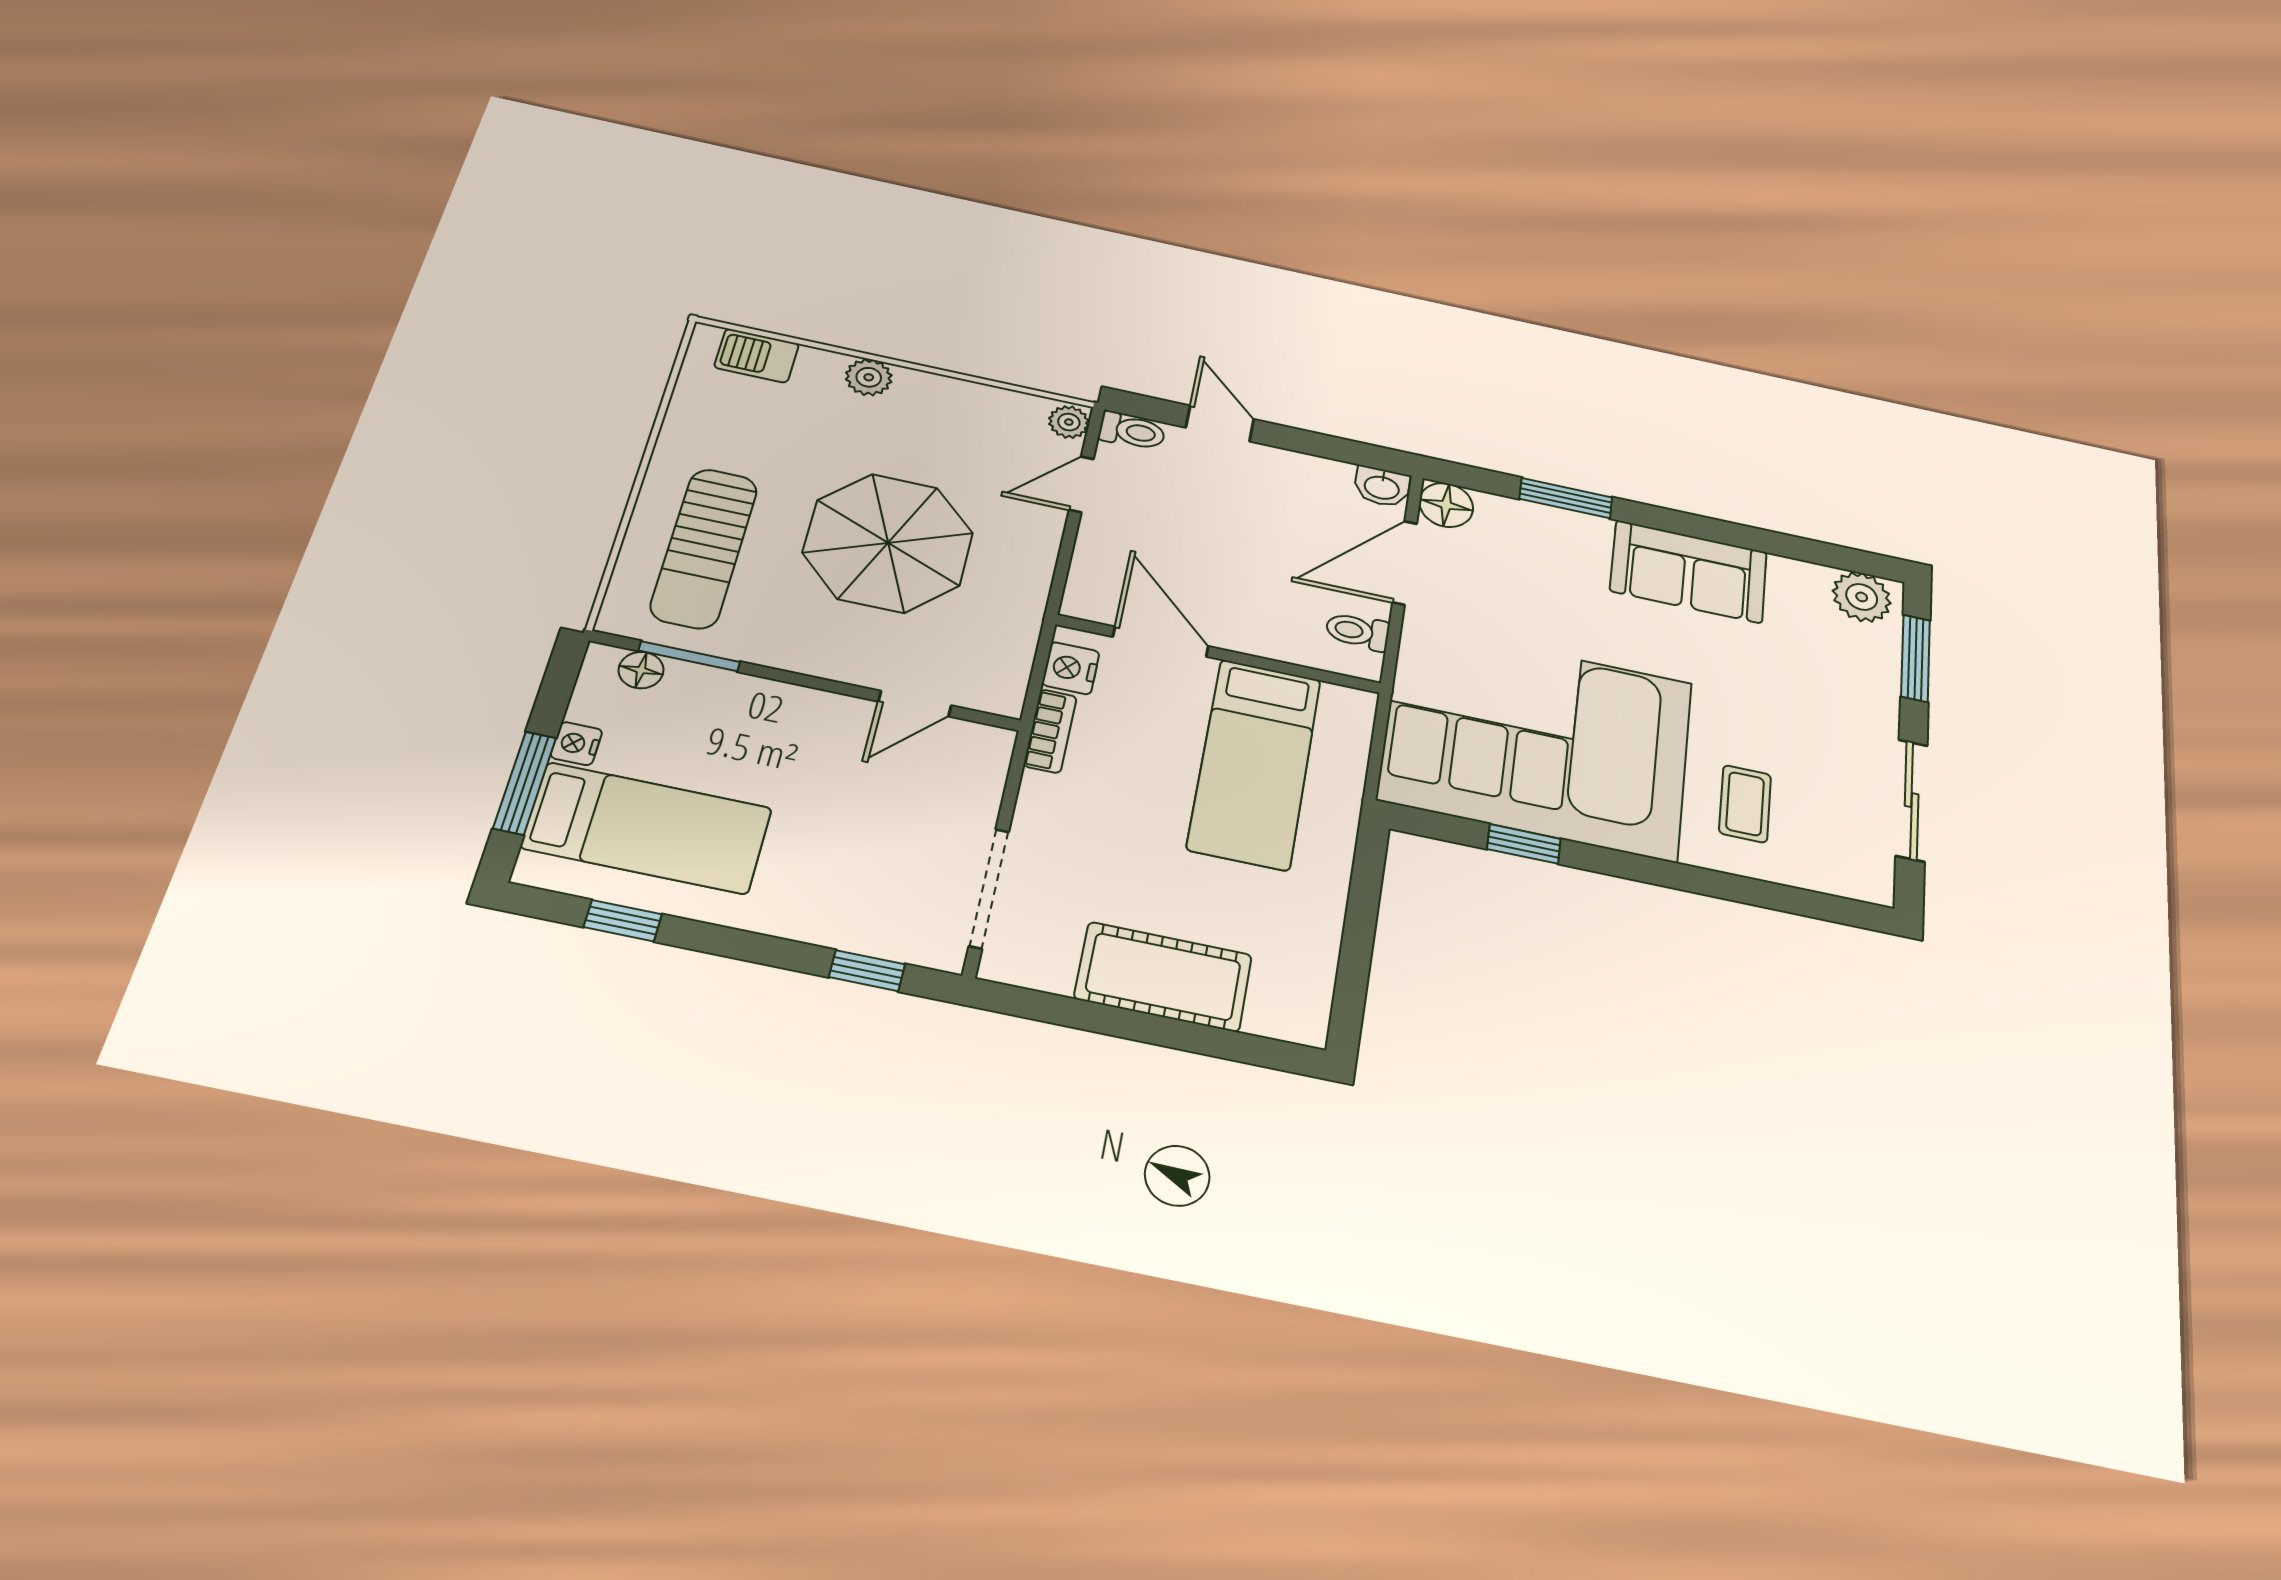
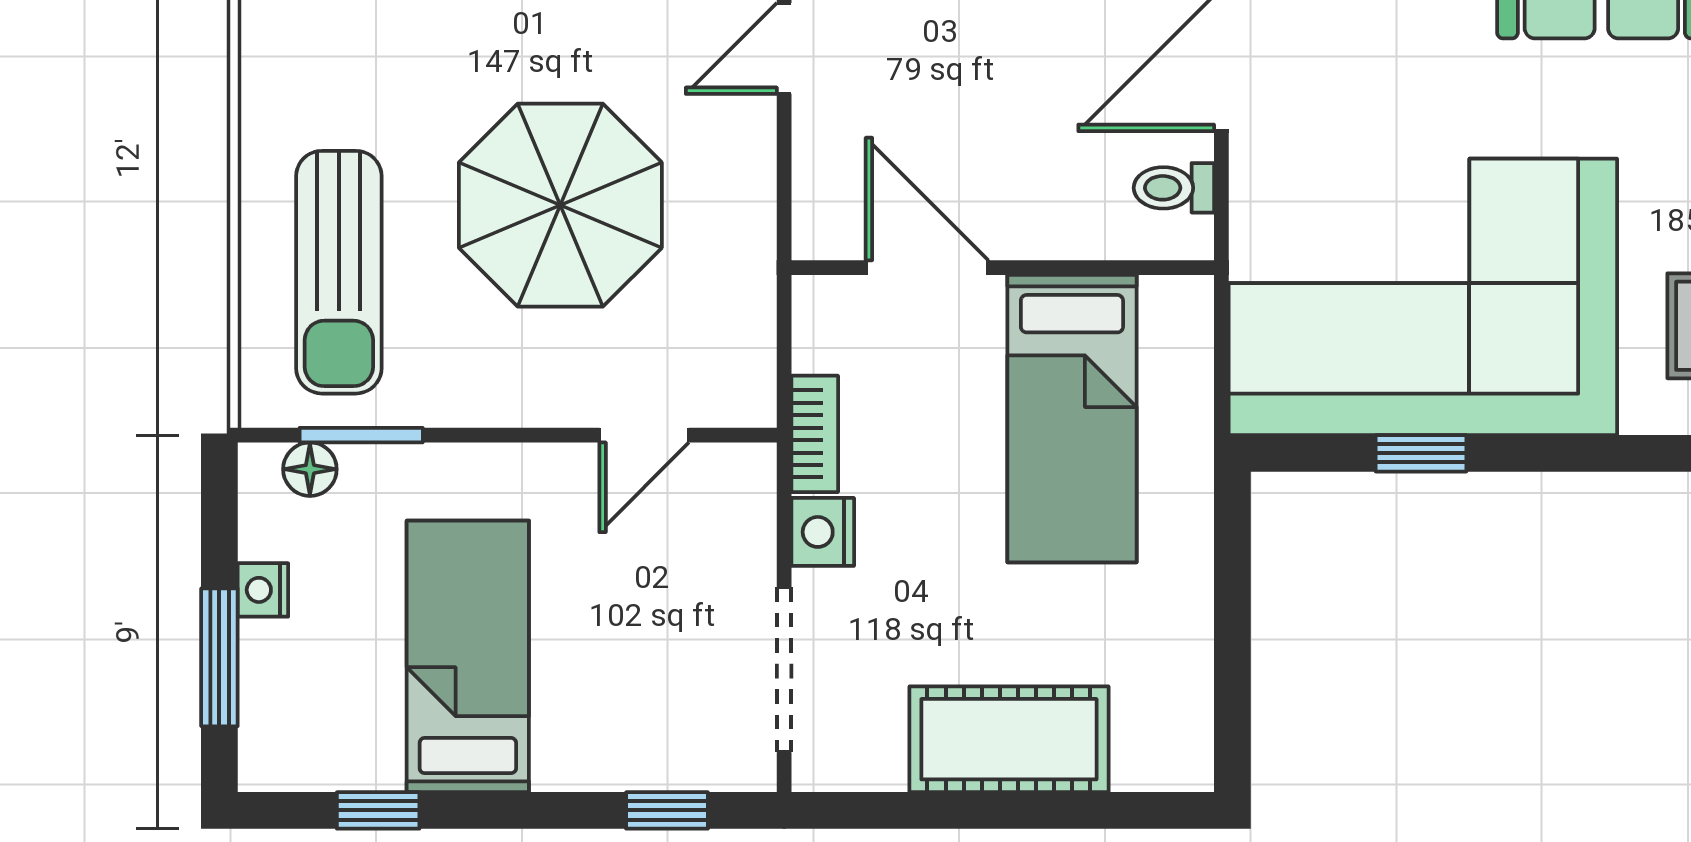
nightstand: (1071, 668) -> (823, 532), moved
bed: (647, 828) -> (468, 656), moved, turned -90

